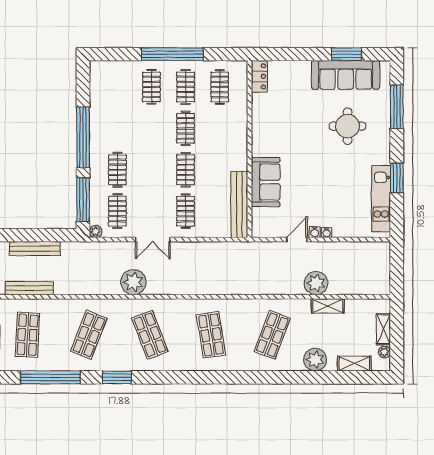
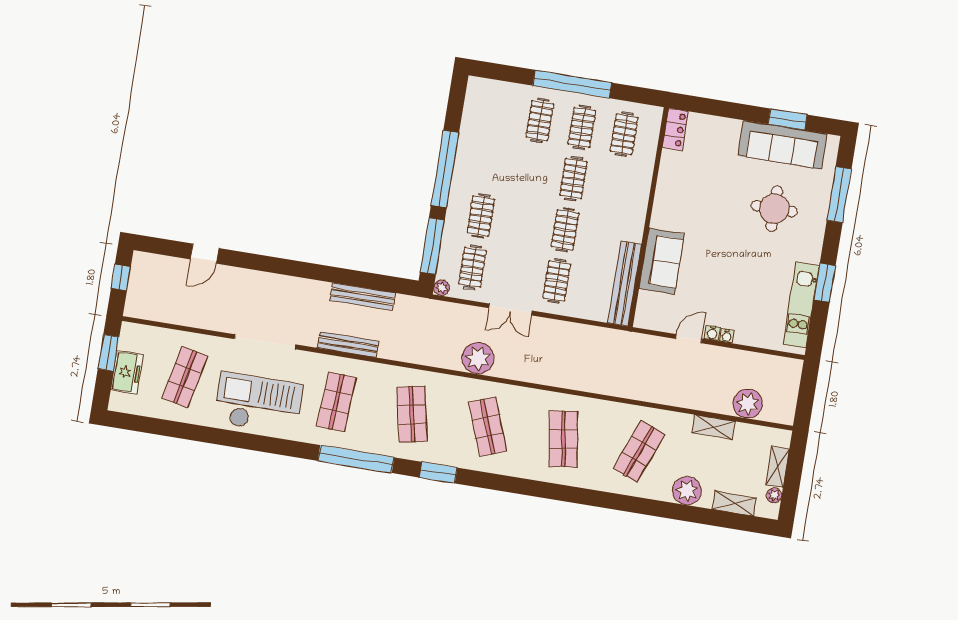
plant: (316, 283) -> (748, 404), moved
shop shelf: (89, 335) -> (412, 414), turned -33

